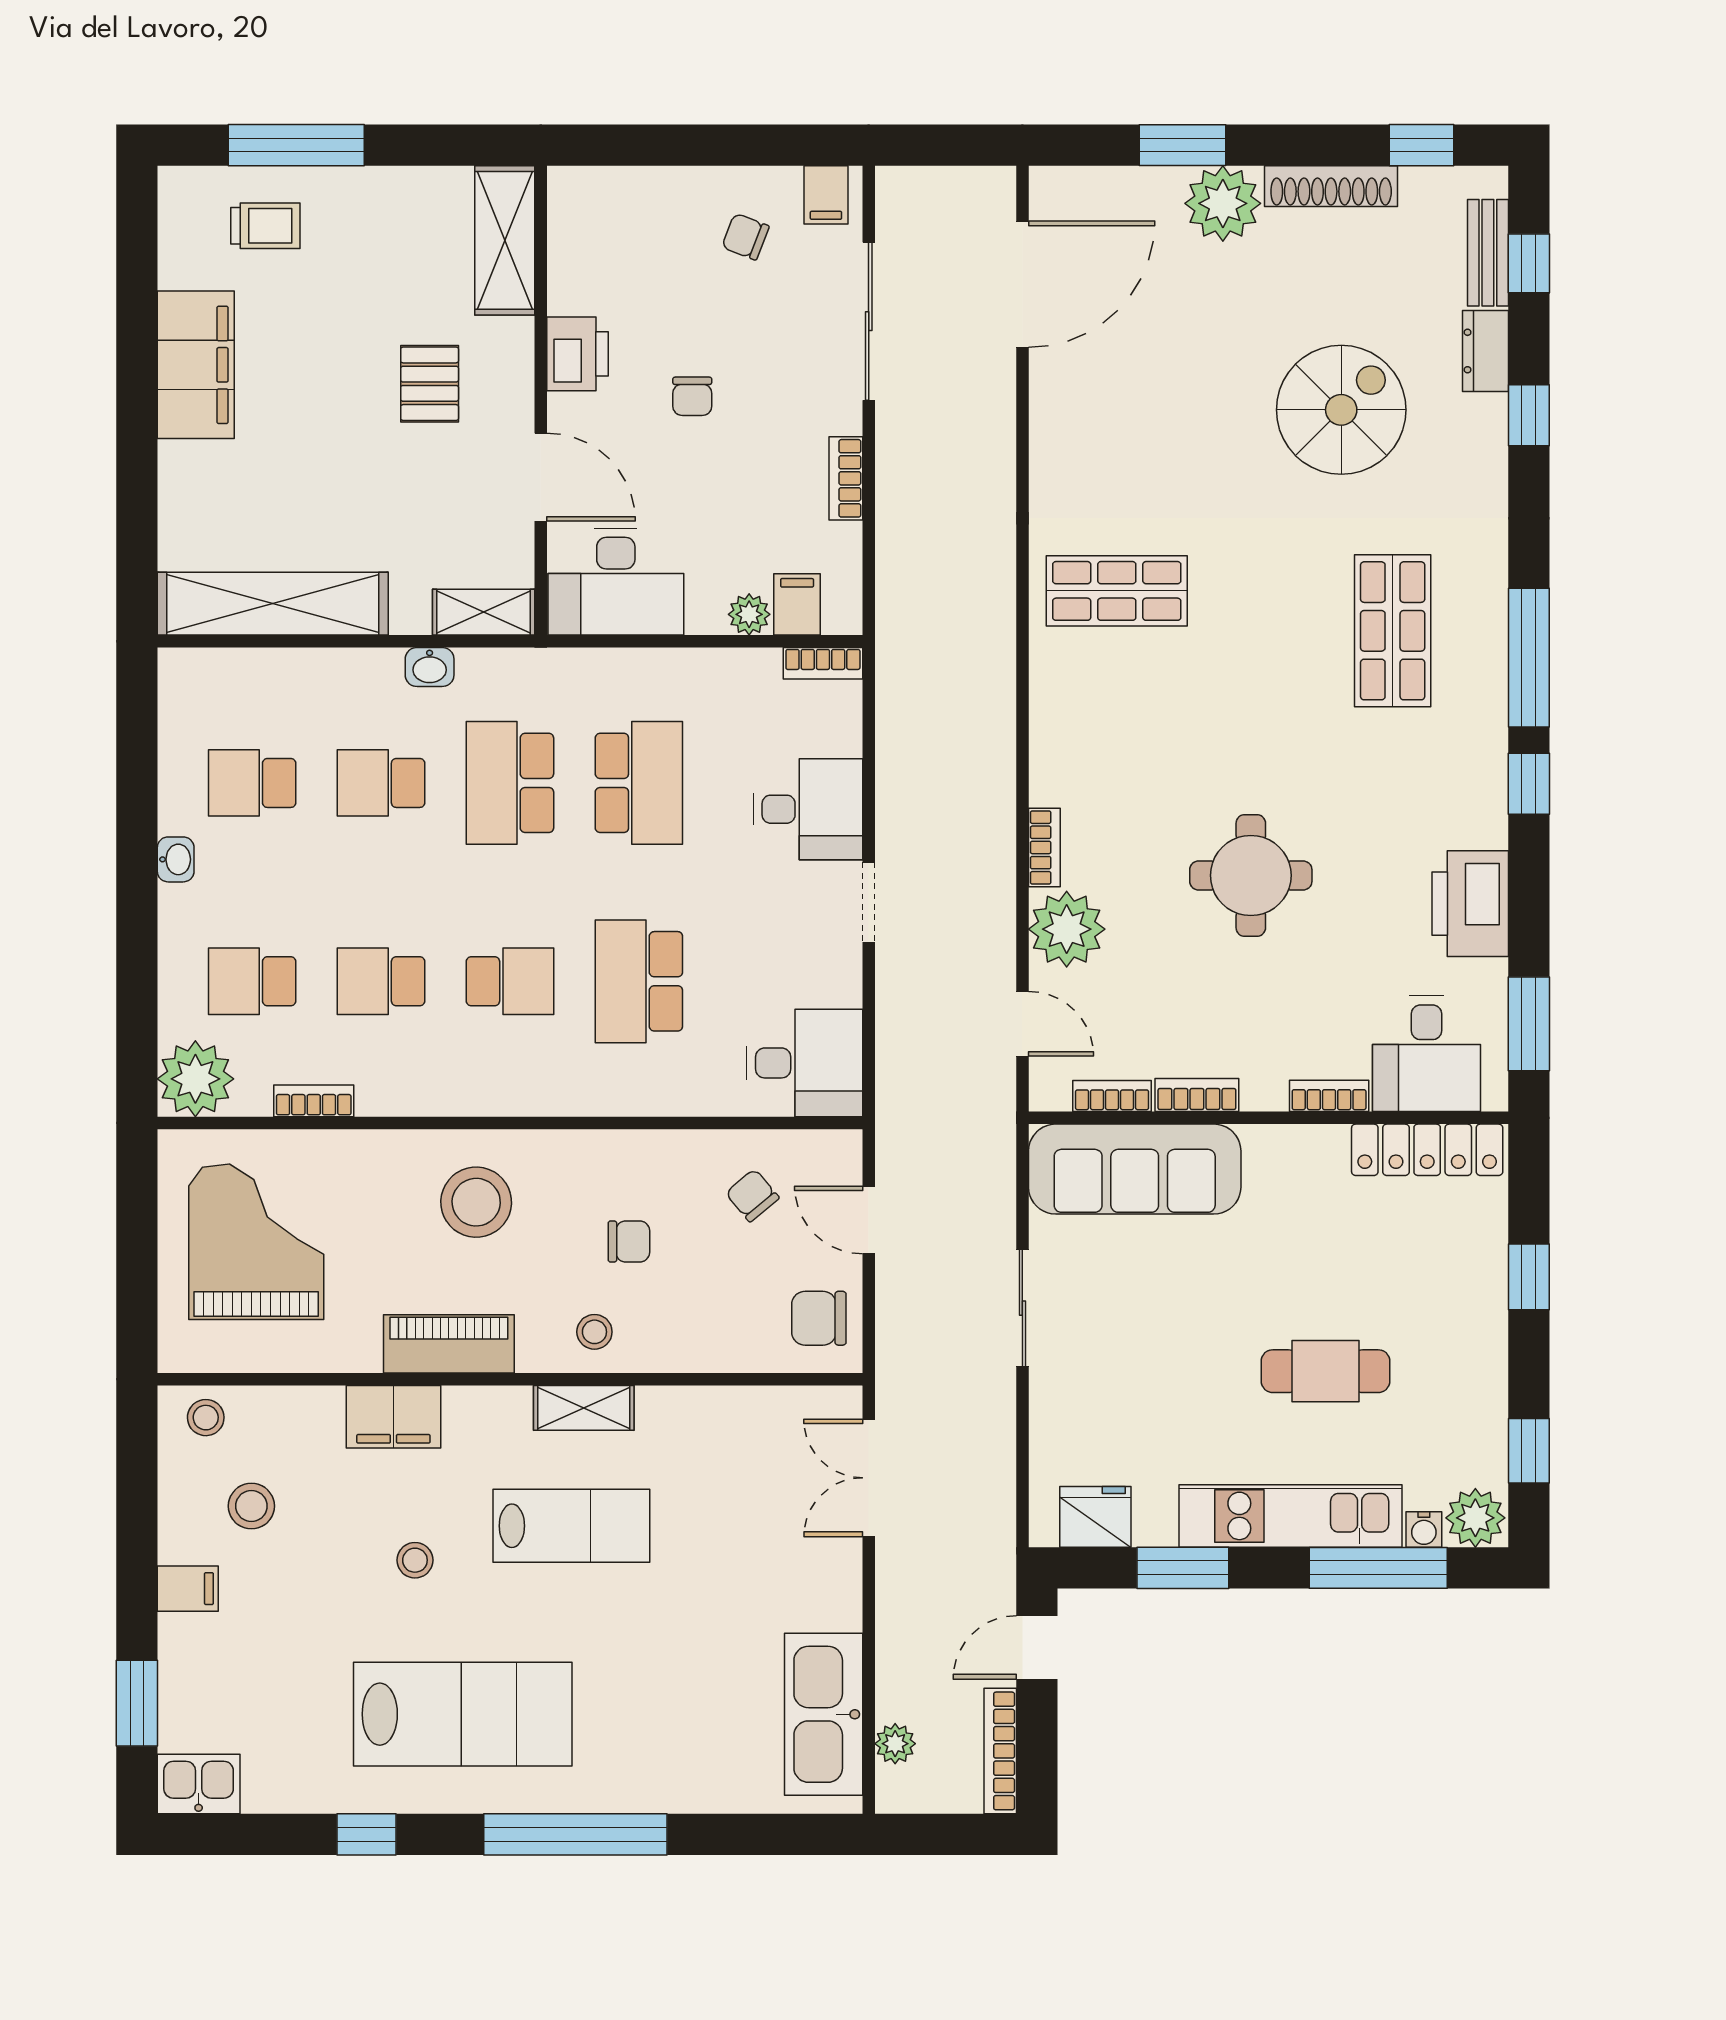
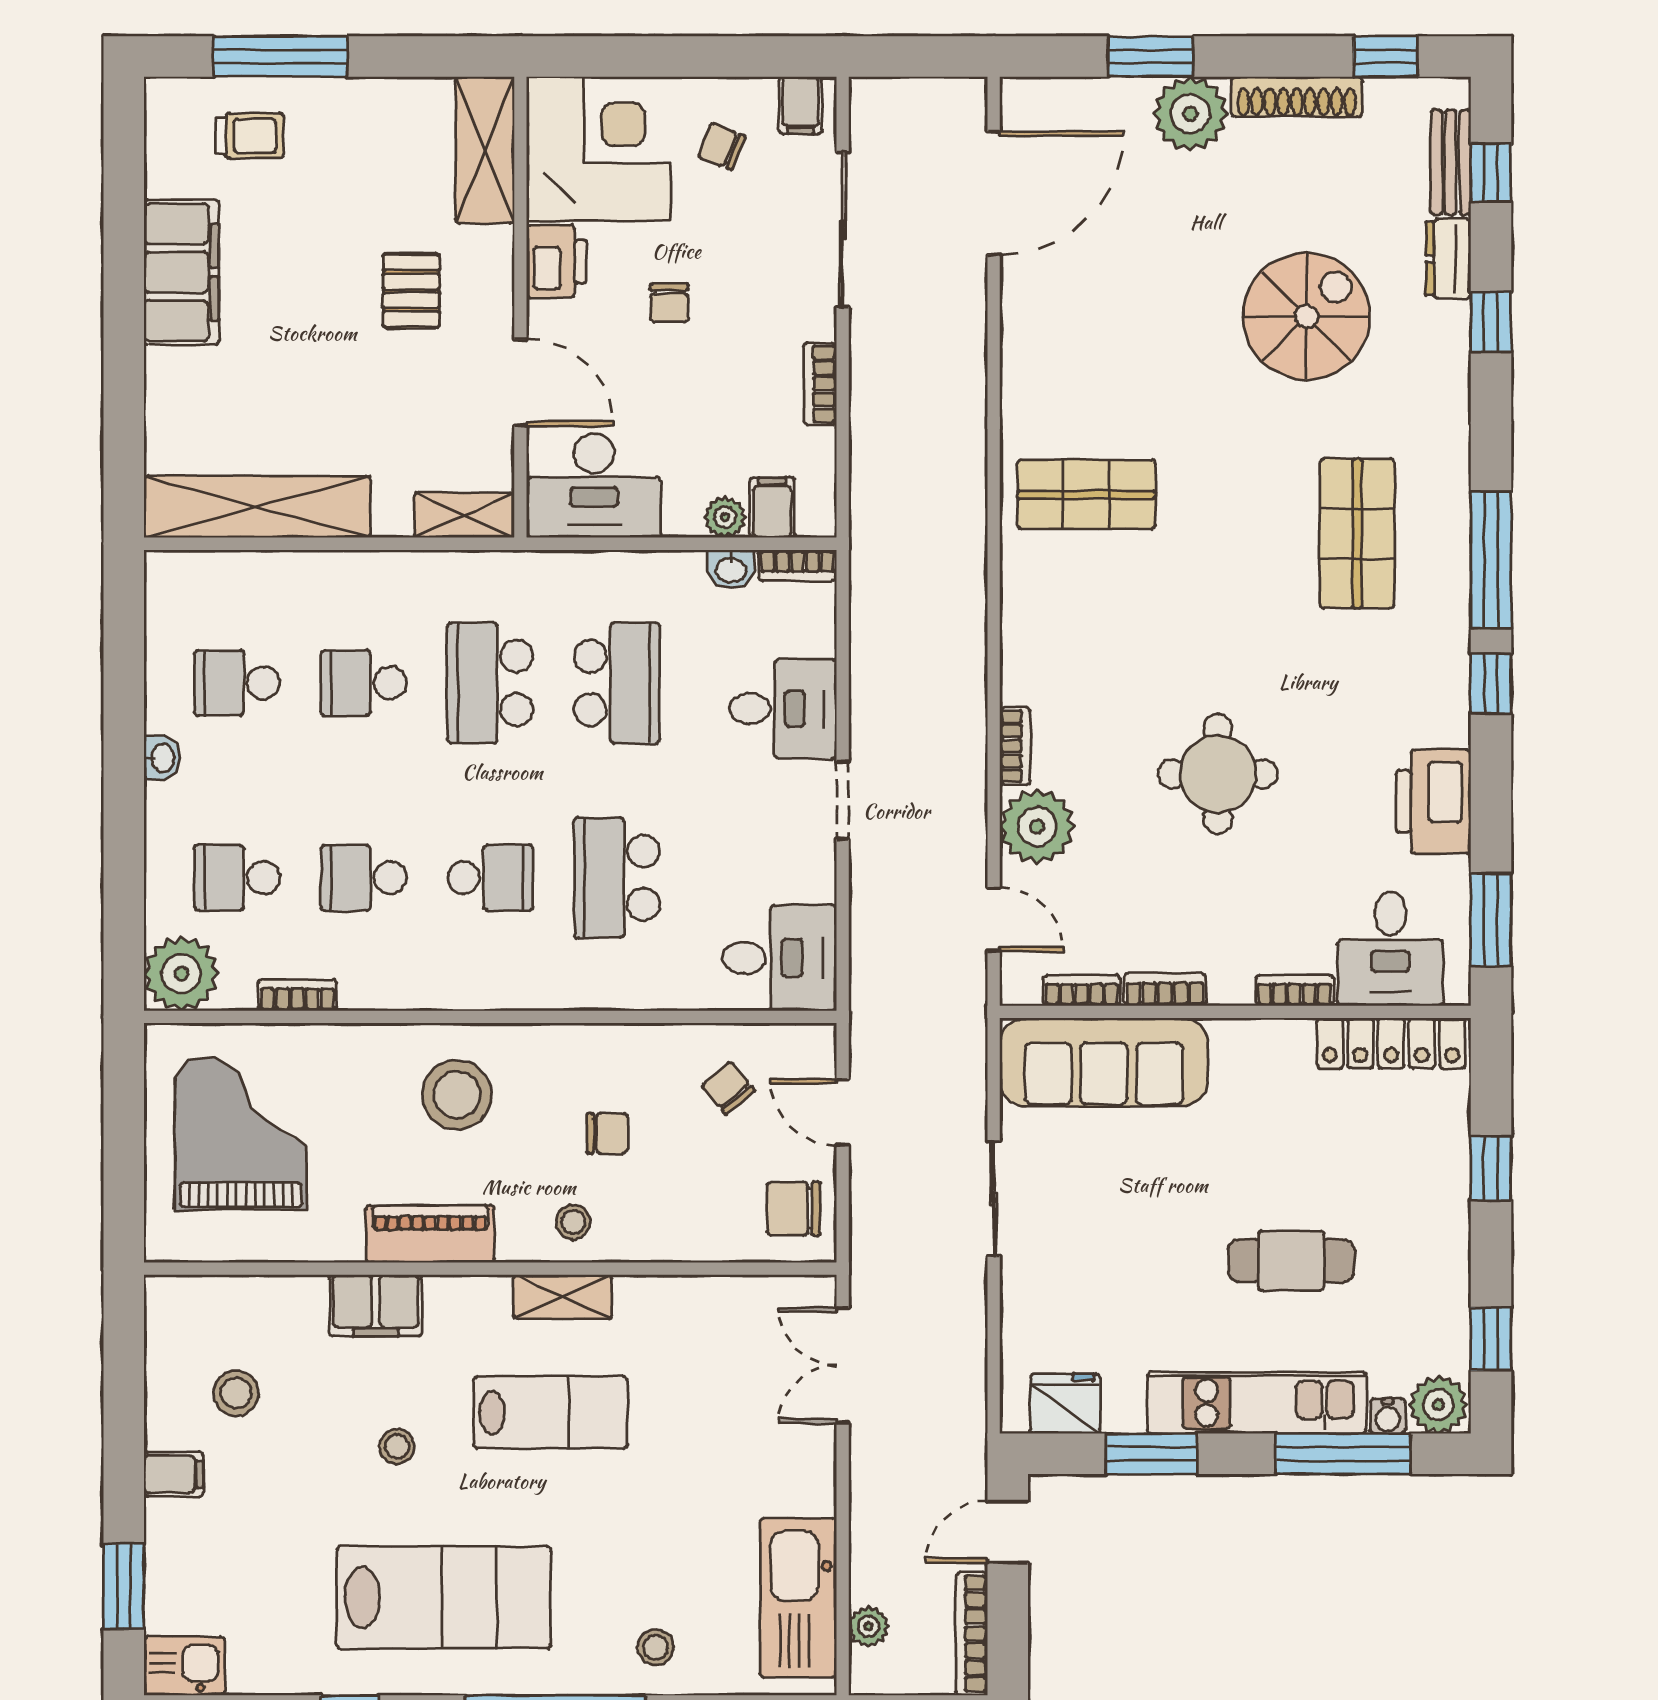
corner desk: (620, 239) -> (599, 149), added
washbasin: (430, 667) -> (731, 569), moved
stool: (206, 1418) -> (656, 1647), moved

